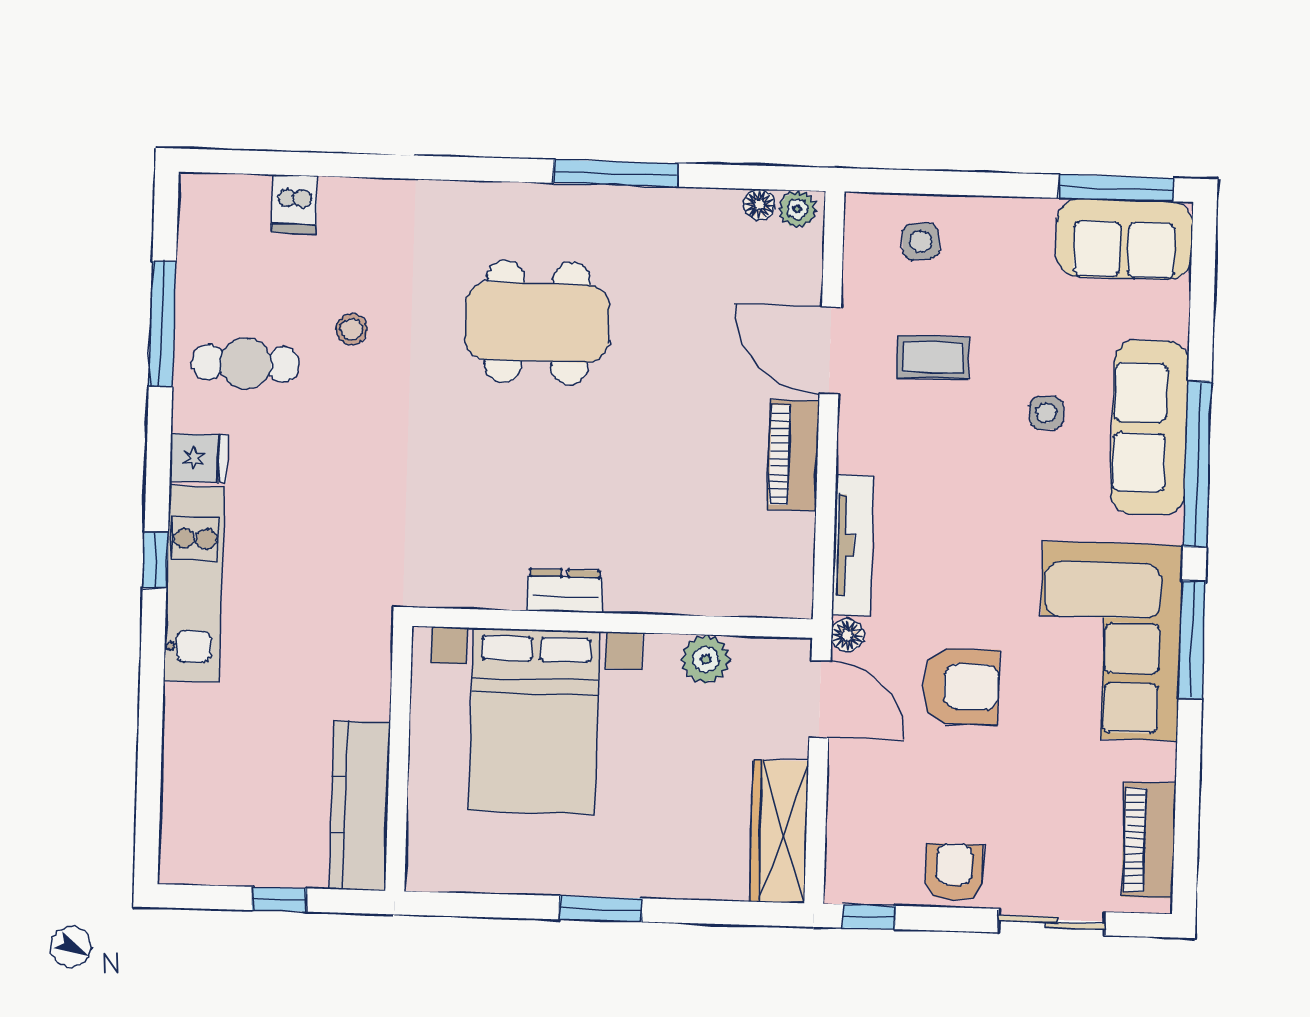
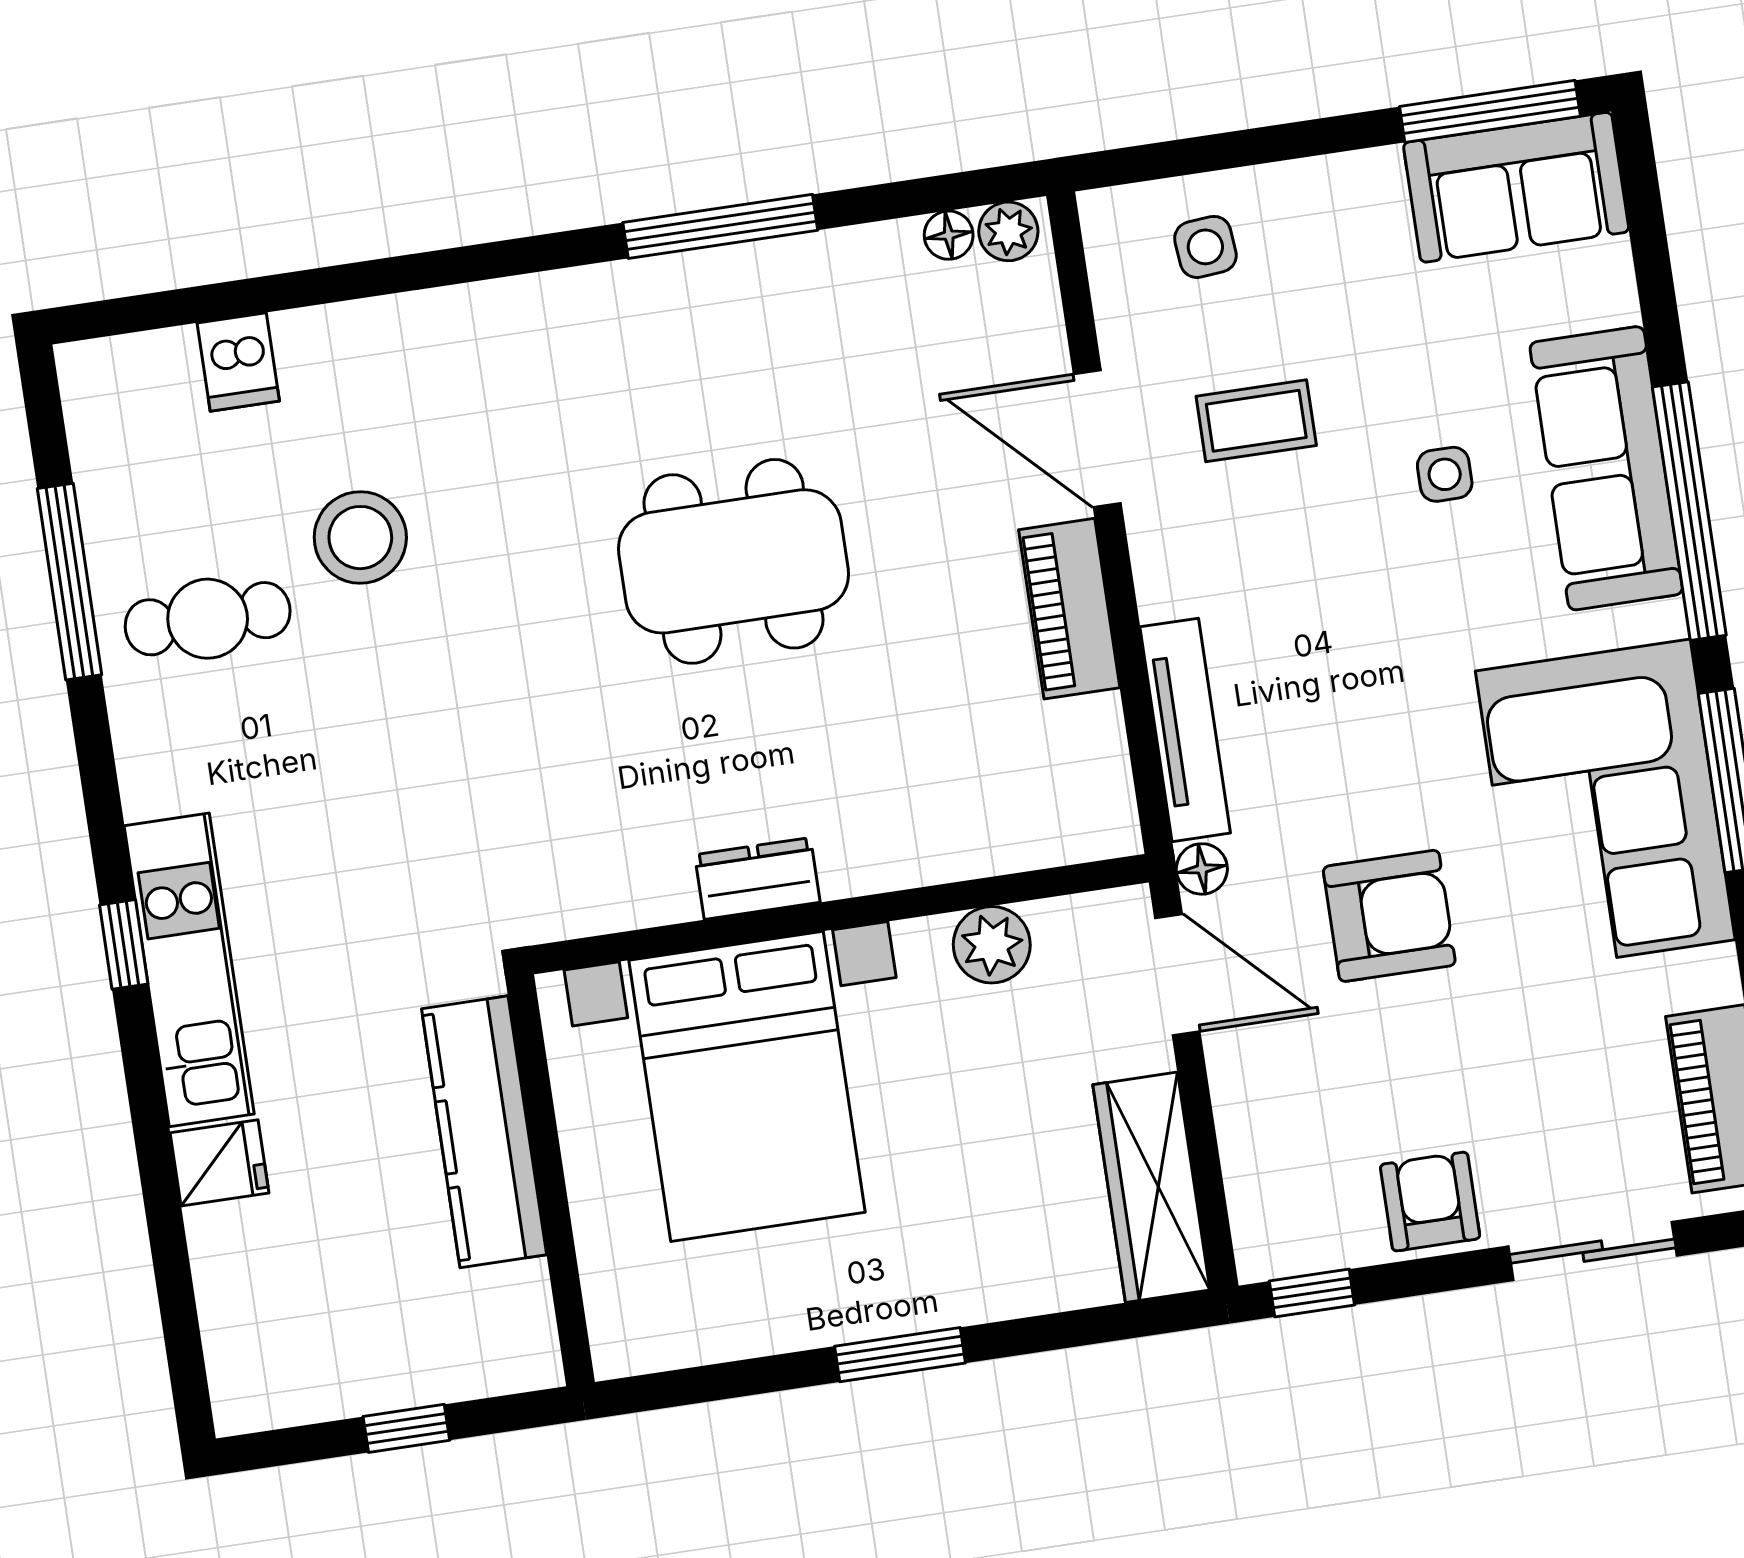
dining table: (537, 322) -> (733, 561), moved
stool: (352, 329) -> (360, 538), width x1.89, depth x1.89
fridge: (199, 458) -> (219, 1163), moved
kitchen counter: (360, 806) -> (484, 1132), moved

